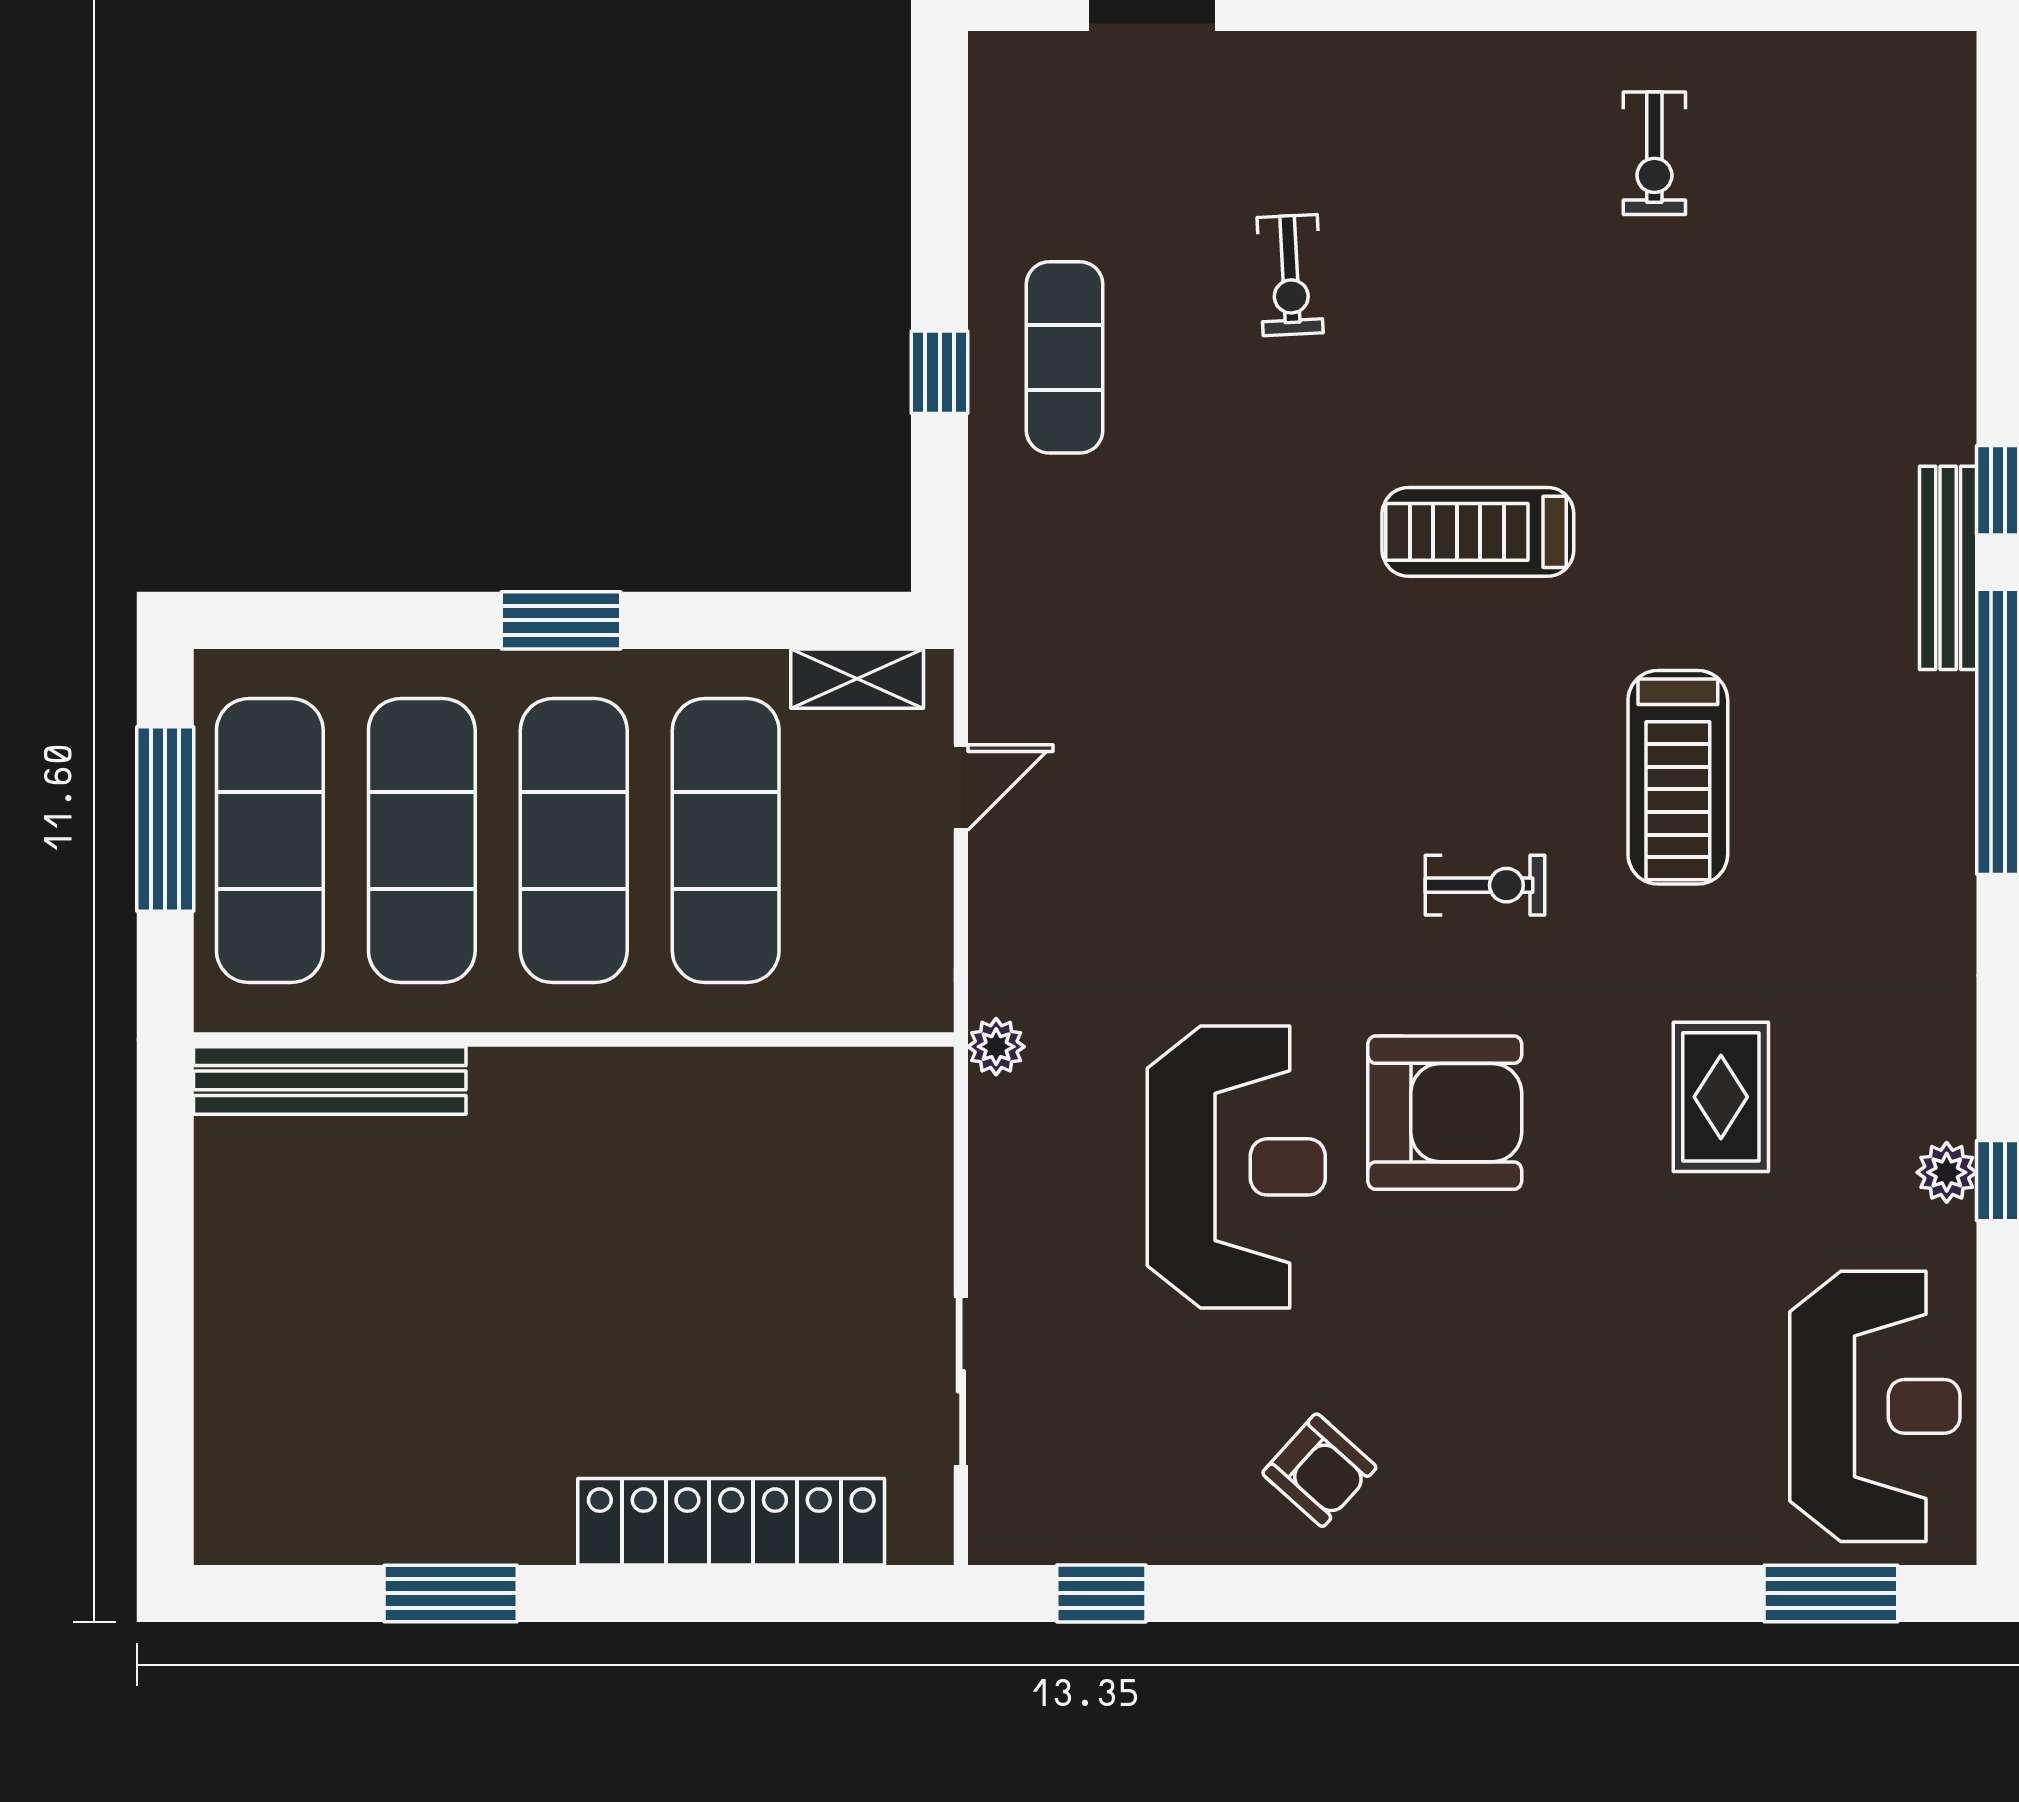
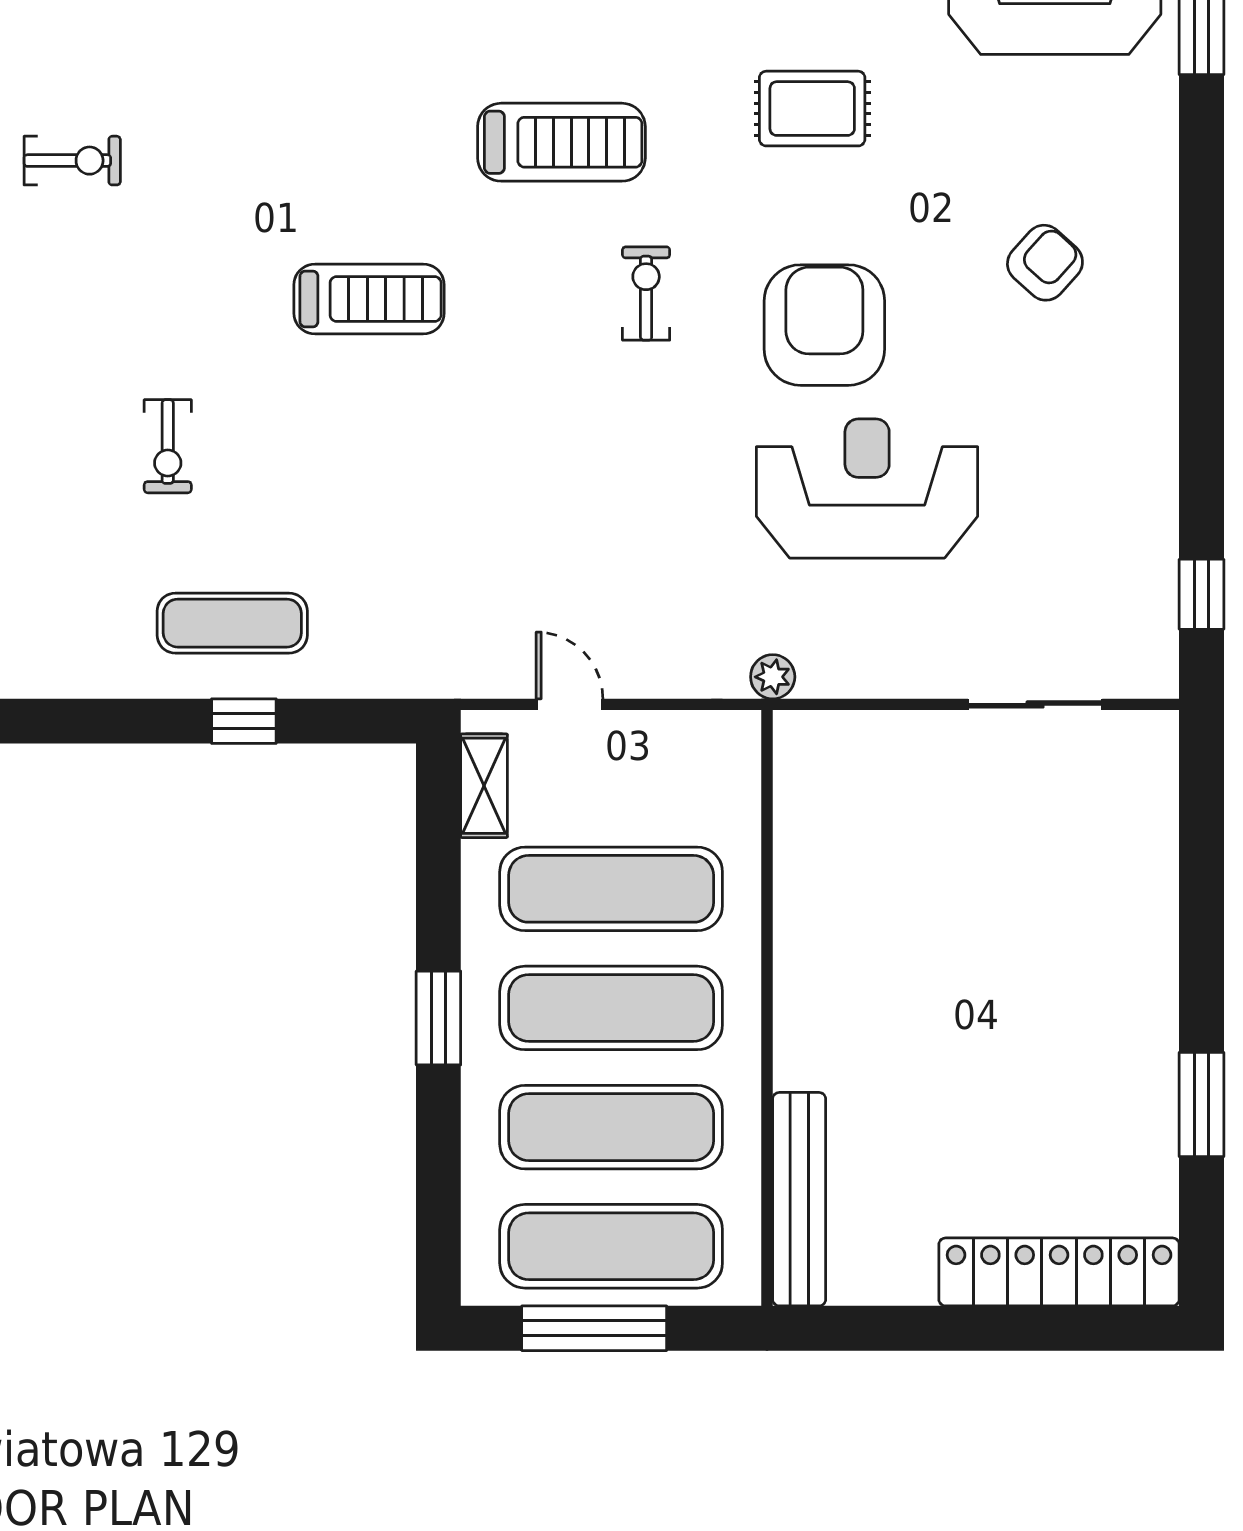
exercise bike: (1290, 275) -> (168, 446), turned 93
treadmill: (1478, 532) -> (369, 299), turned -90
armchair: (1319, 1470) -> (1045, 263), moved
locker: (731, 1522) -> (1059, 1272), moved, turned 90

